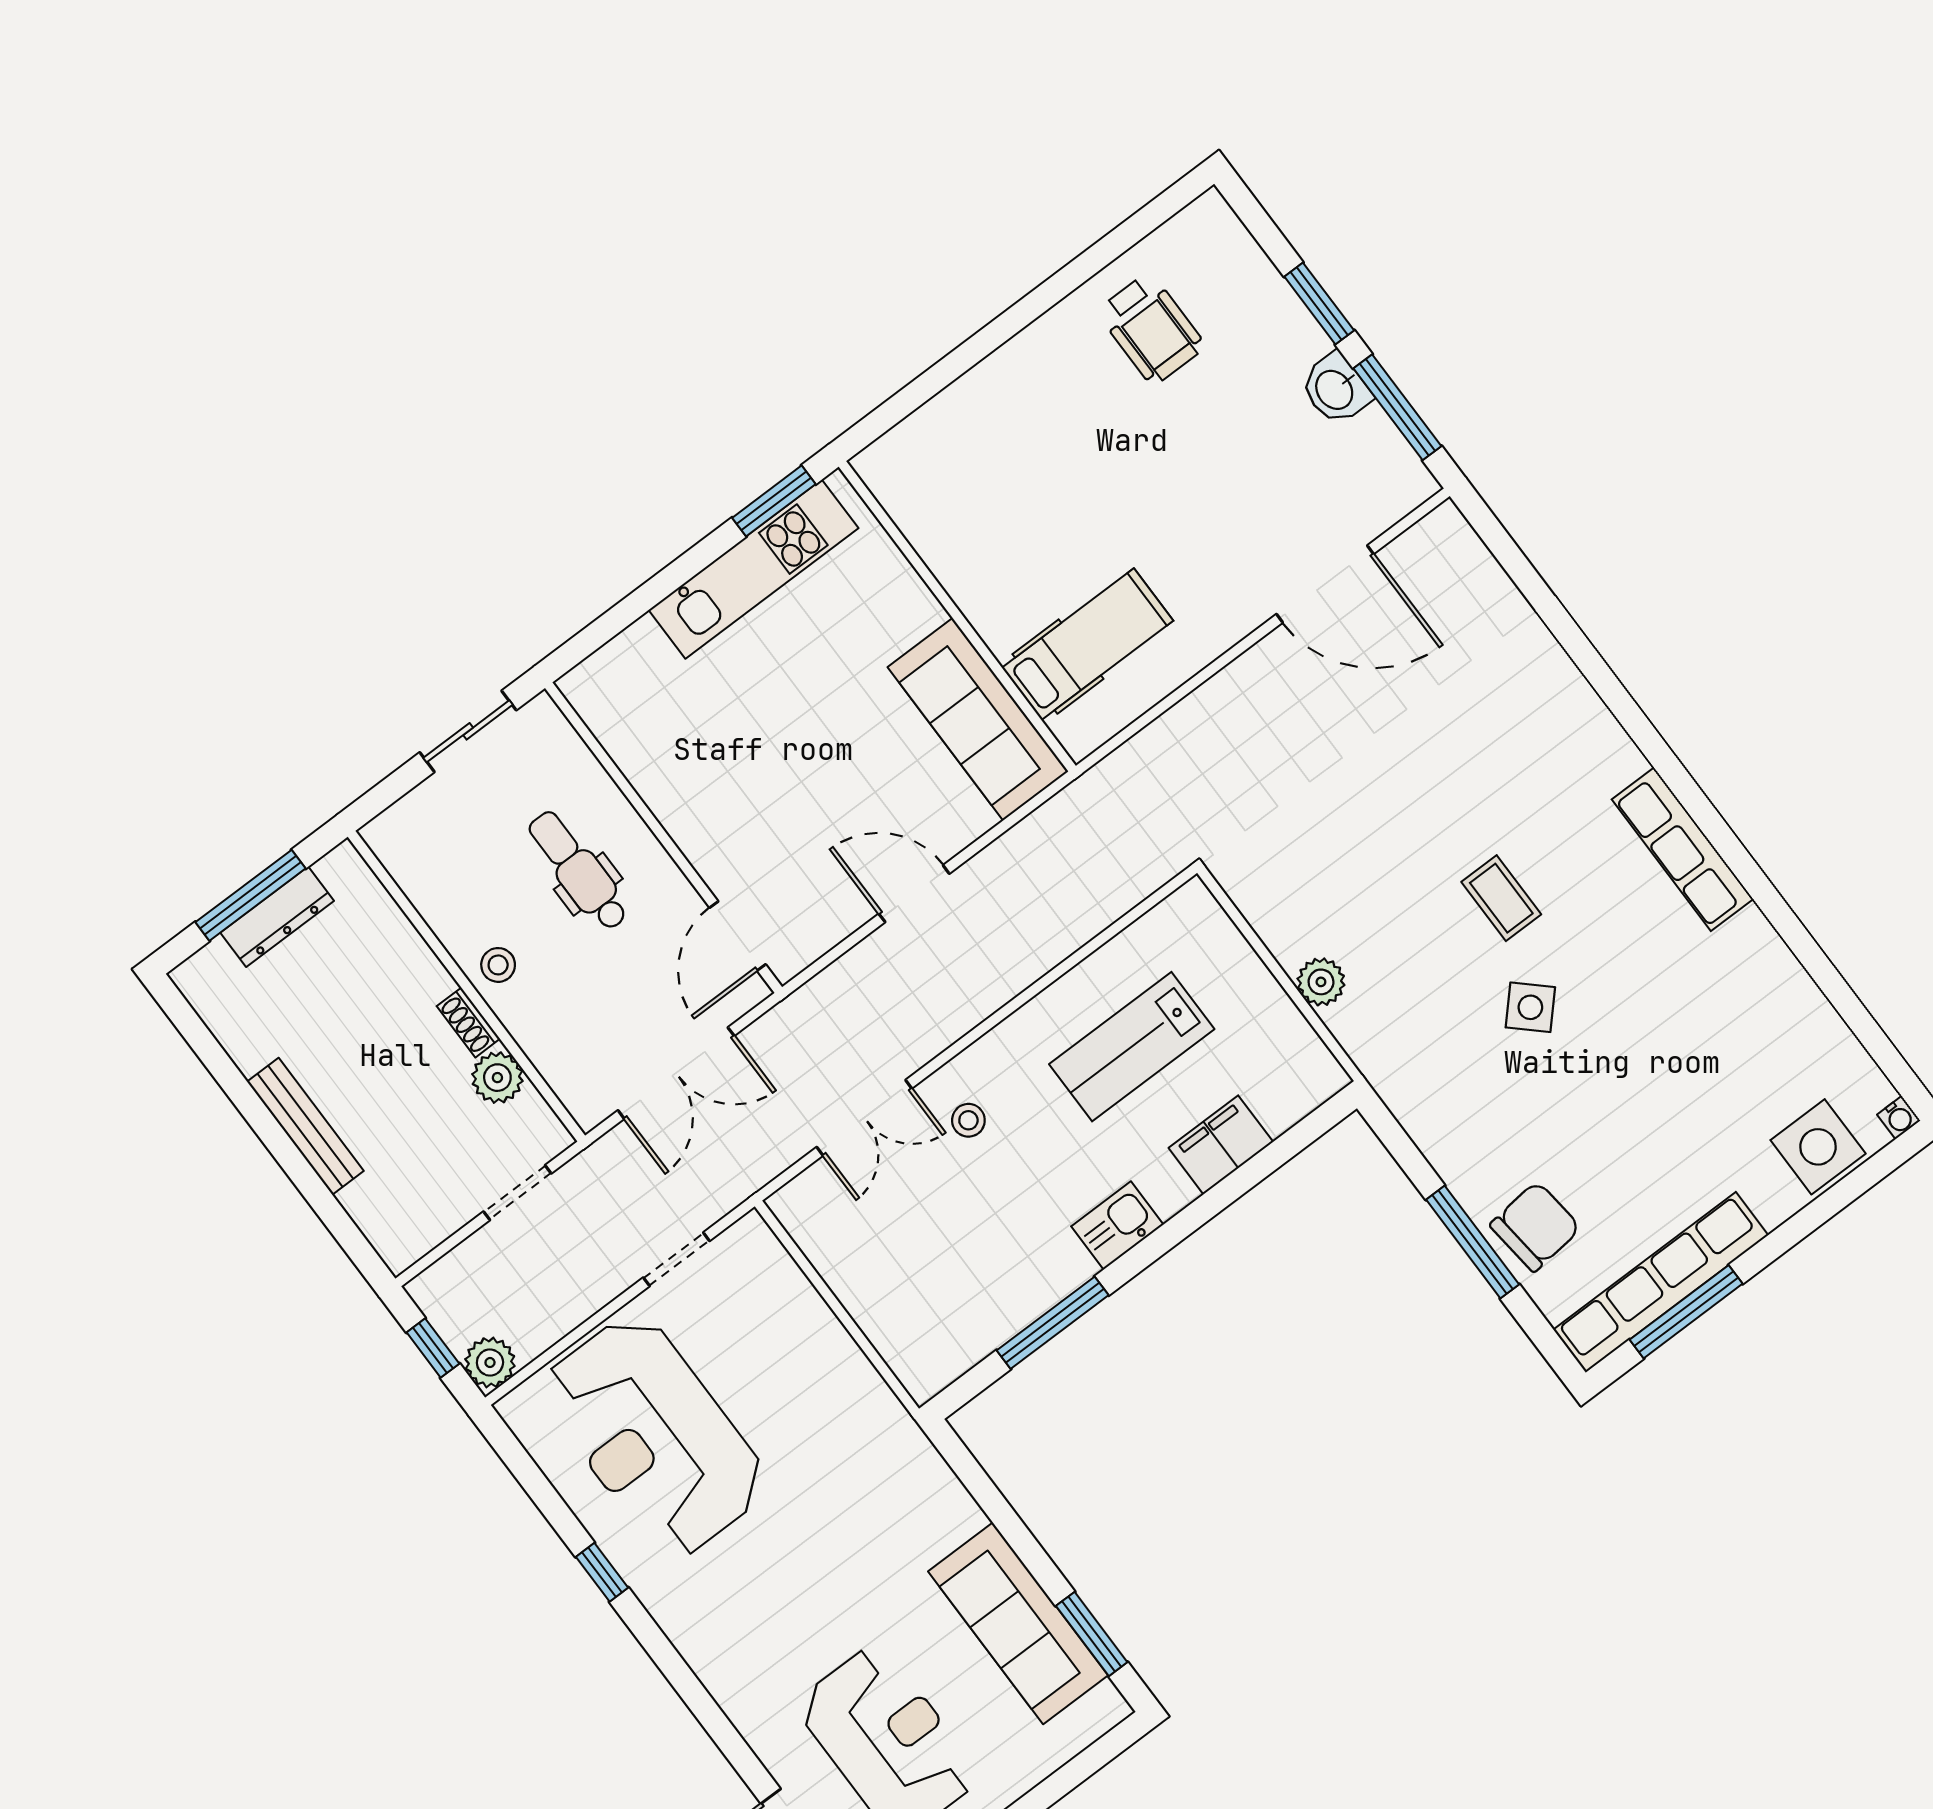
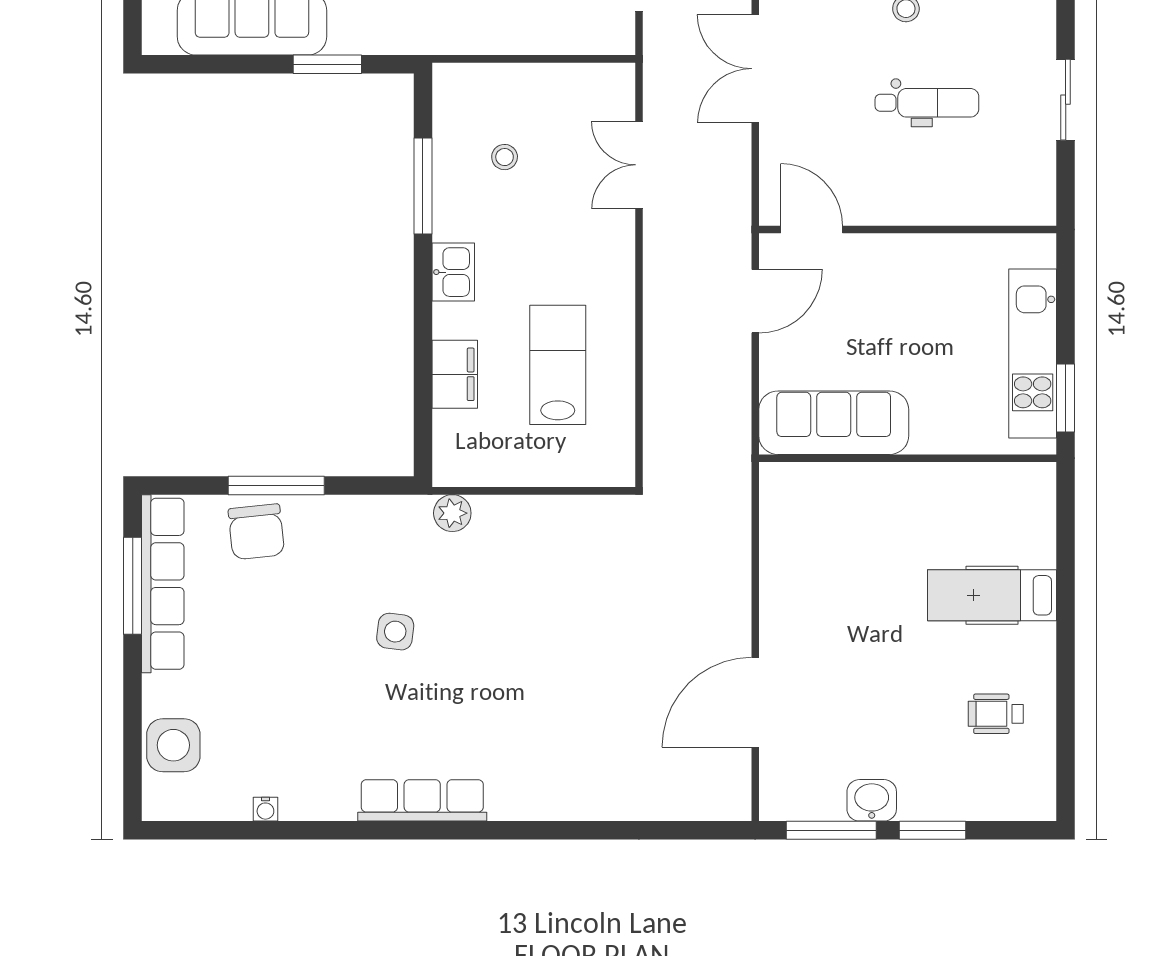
wheelchair: (1151, 329) -> (996, 714), width x0.73, depth x0.73
hospital bed: (1088, 644) -> (992, 595), moved, turned 90
wall: (664, 838) -> (908, 229), moved
coffee table: (1501, 898) -> (477, 665), removed
door: (738, 936) -> (812, 229), moved
plant: (1321, 982) -> (452, 513), moved
side table: (1530, 1007) -> (395, 632), turned -36
water cooler: (1899, 1118) -> (265, 809), moved, turned -90
stool: (968, 1120) -> (505, 157), moved
window: (1092, 1634) -> (327, 64), moved

